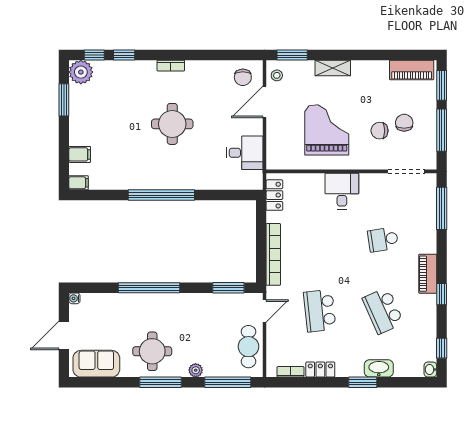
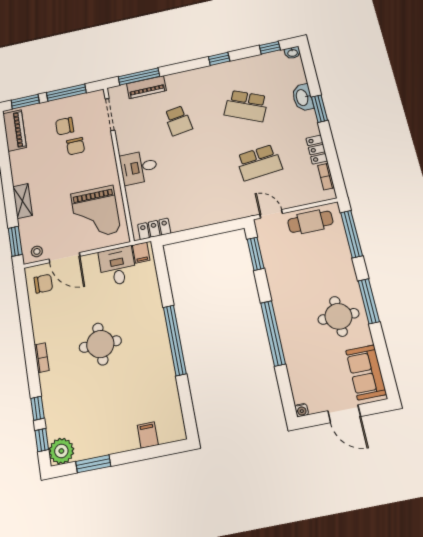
grand piano: (327, 130) -> (96, 213), moved, turned -90
filing cabinet: (79, 183) -> (141, 253), moved, turned 180
bookcase: (273, 254) -> (213, 218), removed
piano: (428, 274) -> (146, 87), moved
school desk: (383, 311) -> (246, 106), turned 48
plant: (196, 370) -> (347, 268), removed

